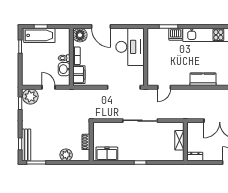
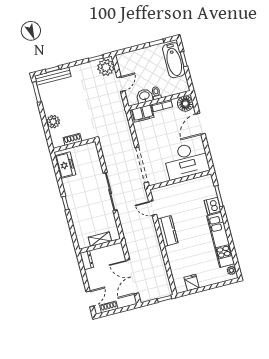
kitchen counter: (203, 79) -> (168, 231), moved

